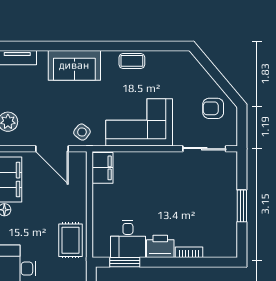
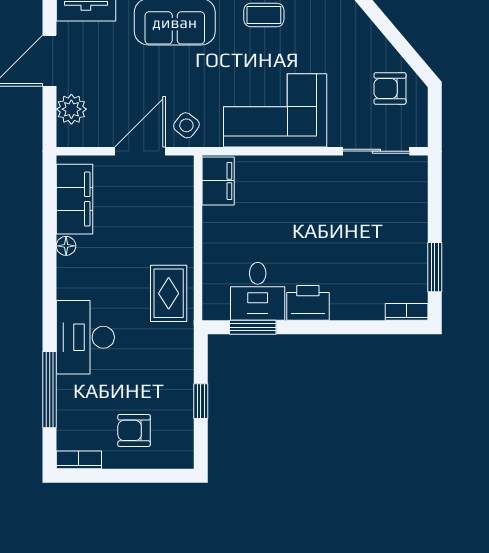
door: (52, 149) -> (140, 151), swing flipped
window: (242, 206) -> (435, 267), moved
bookcase: (189, 252) -> (407, 312), moved

